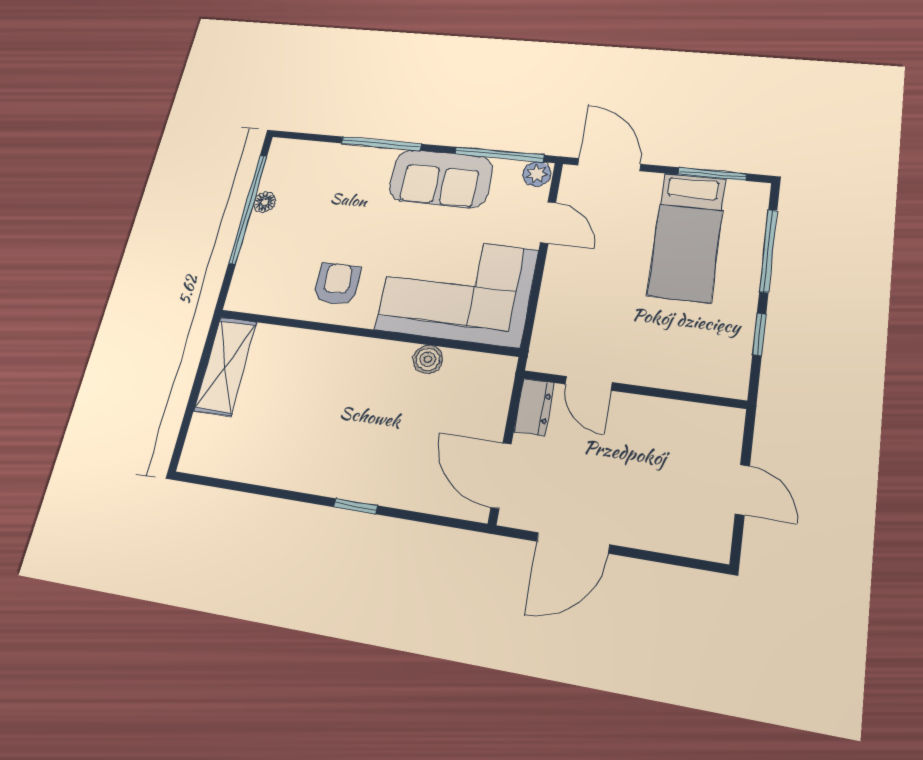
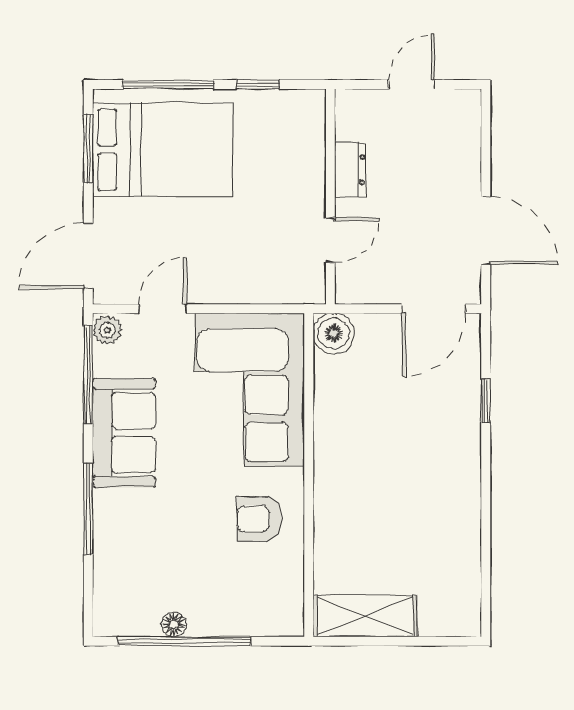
bed: (687, 237) -> (162, 150), width x1.50
boiler: (428, 359) -> (334, 333), moved, width x1.36, depth x1.36
dresser: (534, 407) -> (350, 170), moved, turned 90
window: (355, 506) -> (486, 401), moved

